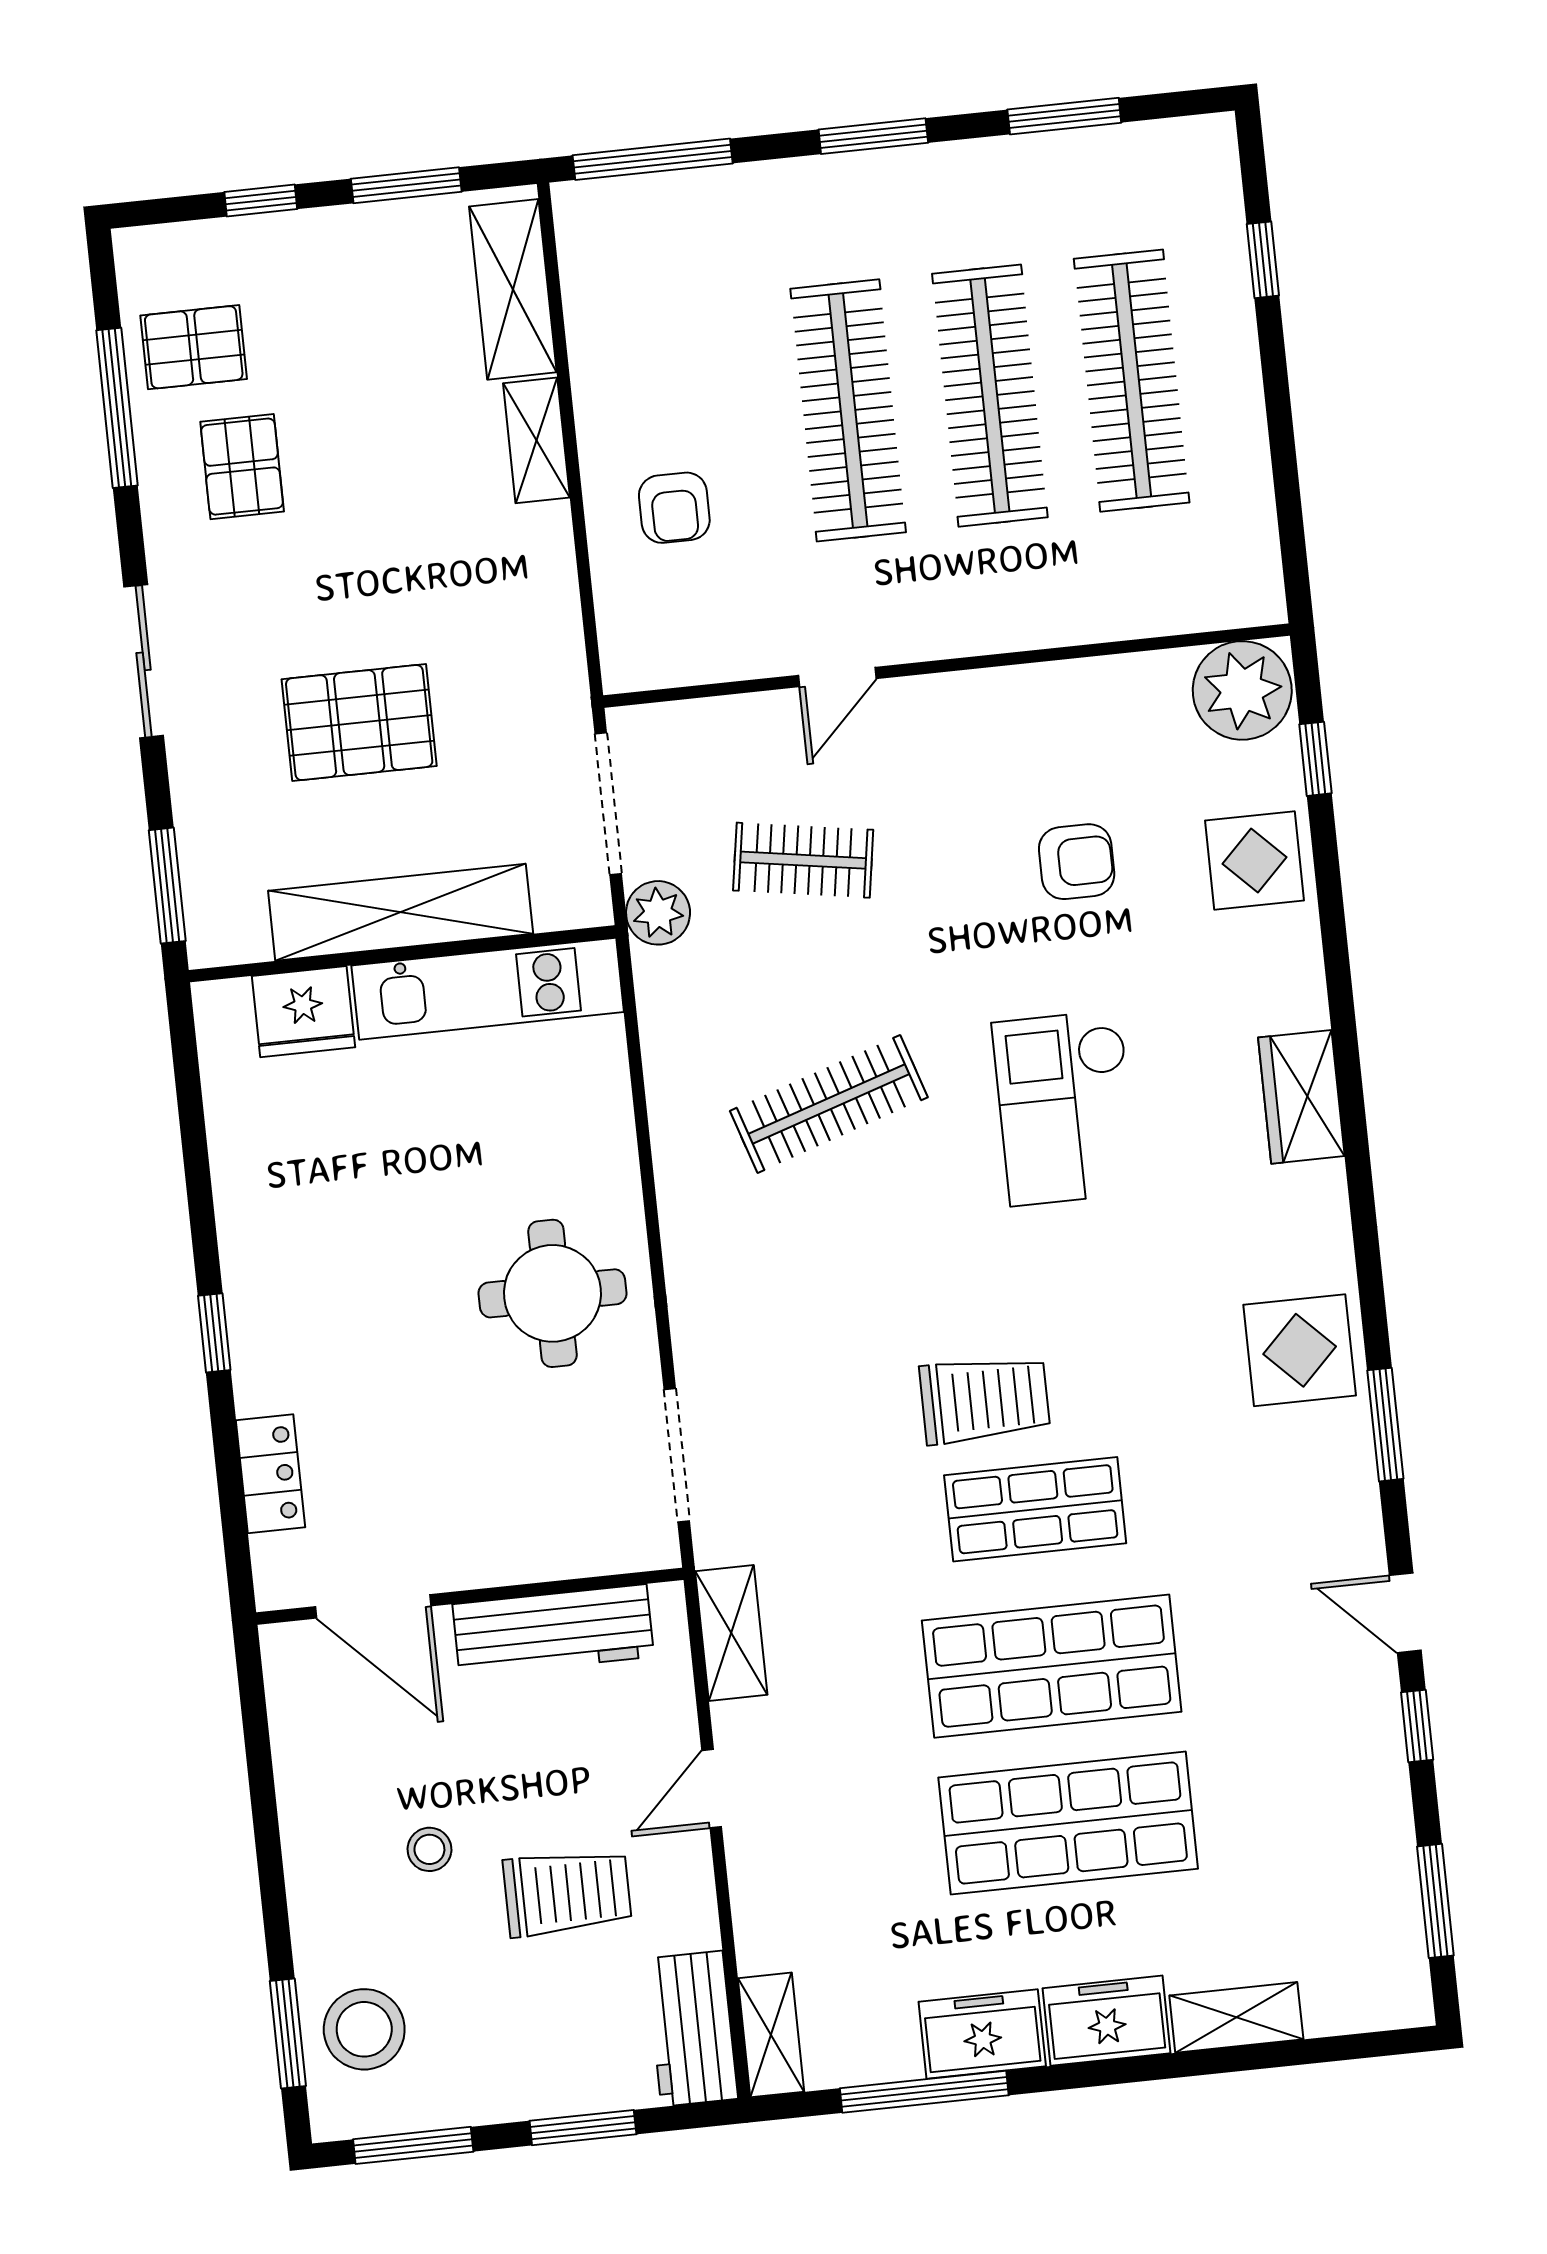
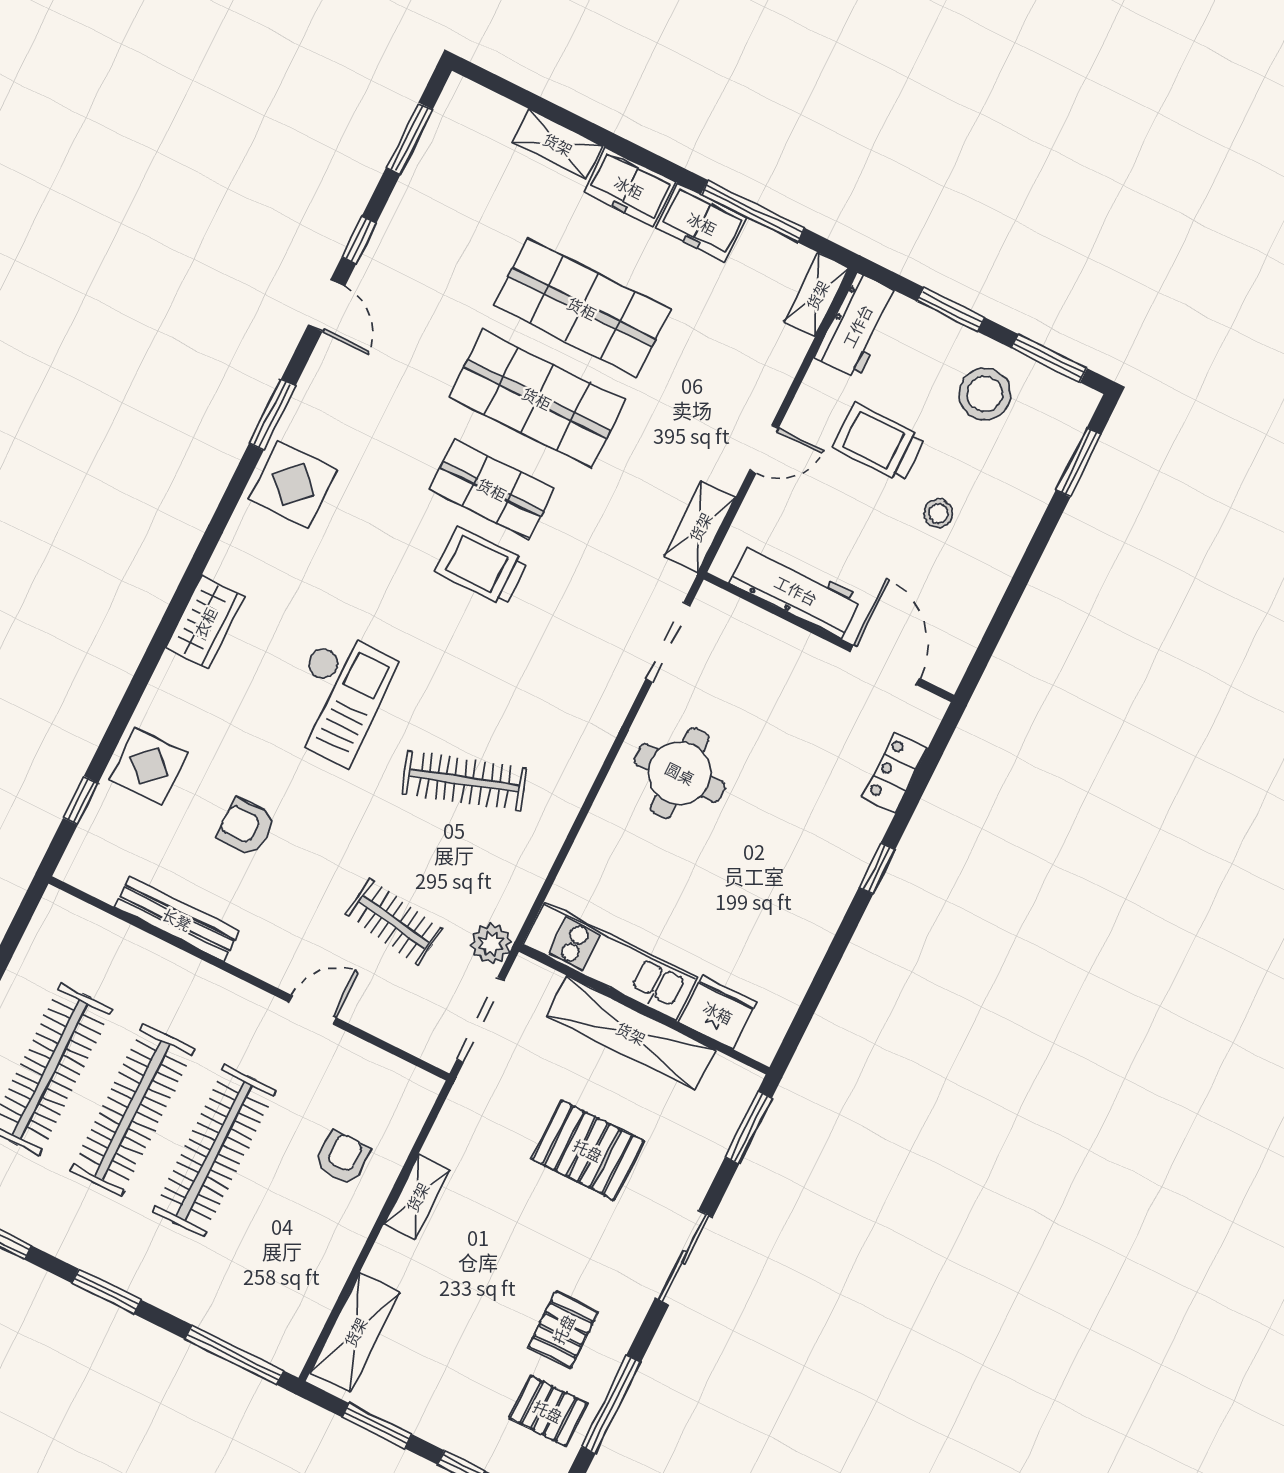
shelving: (536, 440) -> (417, 1197), moved
bench: (1091, 683) -> (177, 919), added
plant: (1242, 690) -> (97, 863), removed
stool: (364, 2029) -> (985, 394), moved

